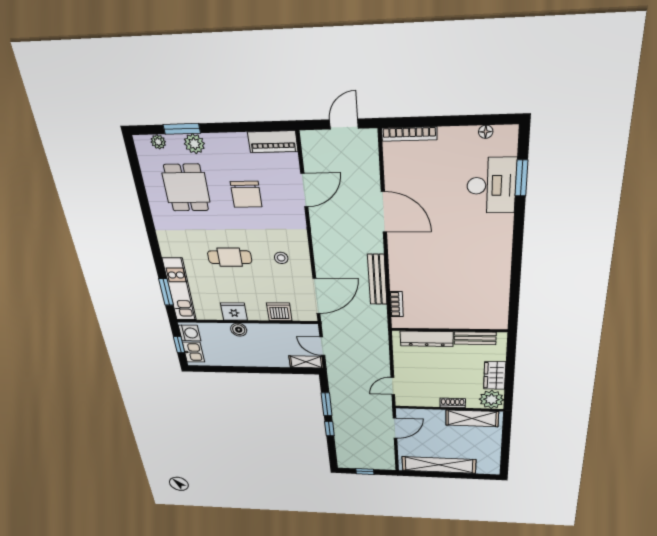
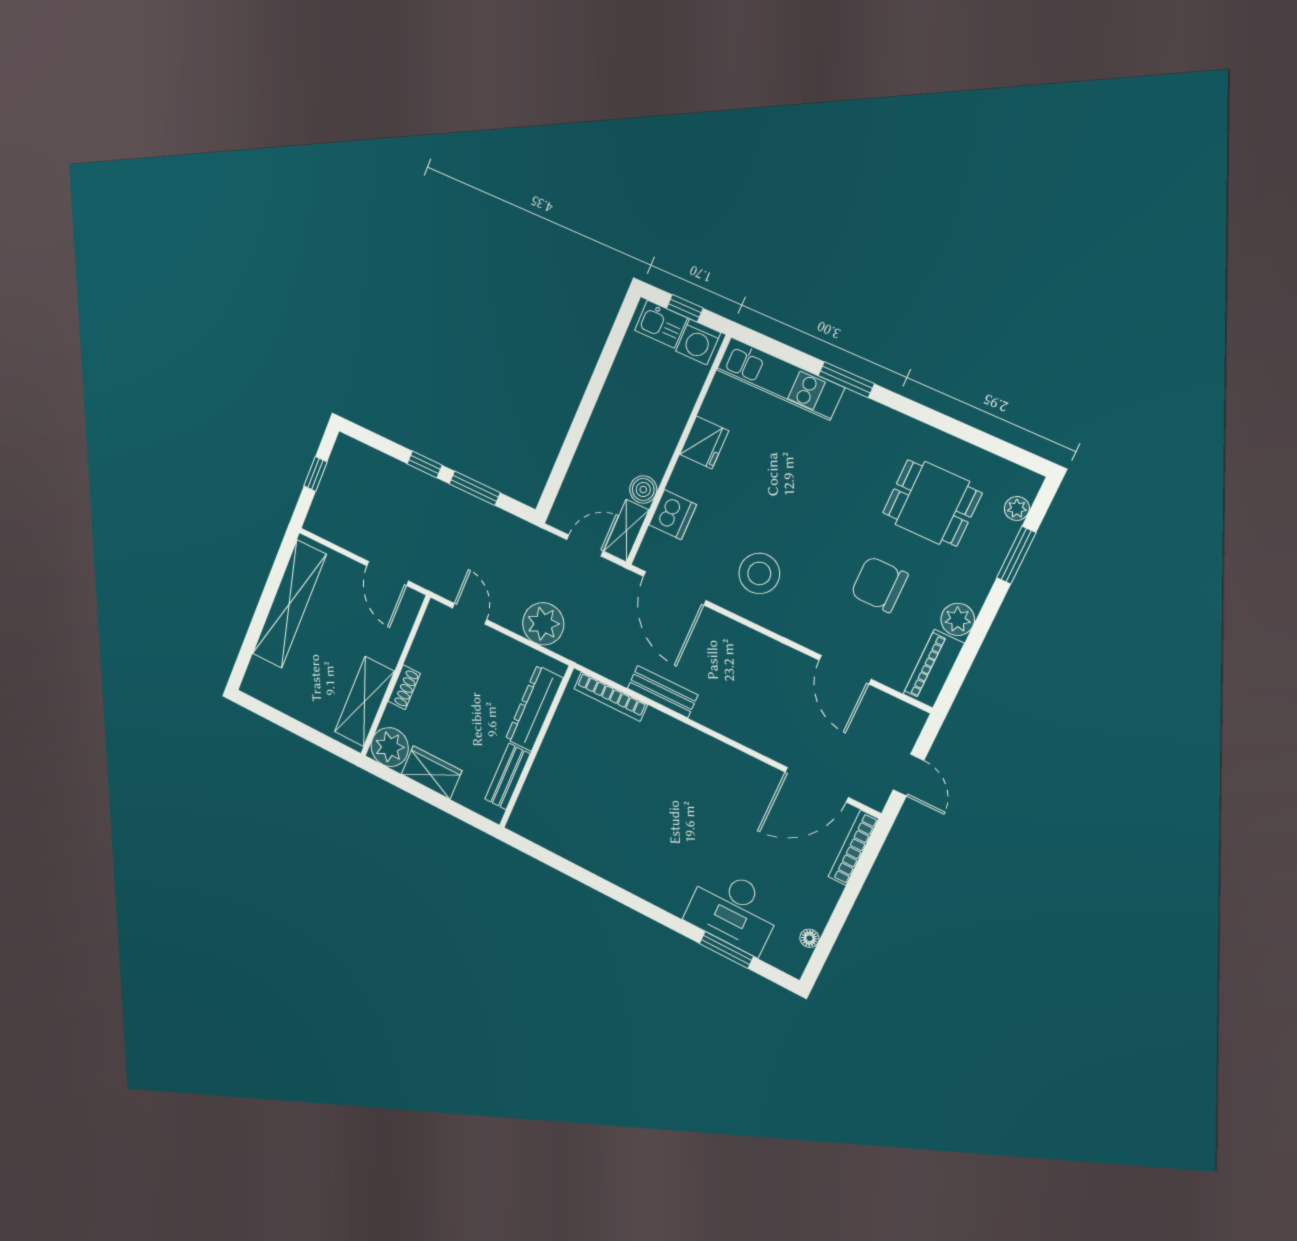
plant: (194, 144) -> (958, 619), moved
door: (384, 212) -> (817, 785), moved
cafe table: (230, 257) -> (796, 496), removed
stool: (281, 258) -> (759, 573), width x1.89, depth x1.89
bench: (377, 279) -> (663, 692), width x0.73
window: (166, 292) -> (846, 380), moved
bookcase: (396, 304) -> (611, 697), width x1.56
boiler: (239, 330) -> (643, 490), moved
plant: (376, 351) -> (543, 624), added
shelving: (306, 362) -> (626, 531), moved

